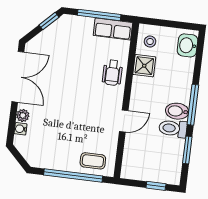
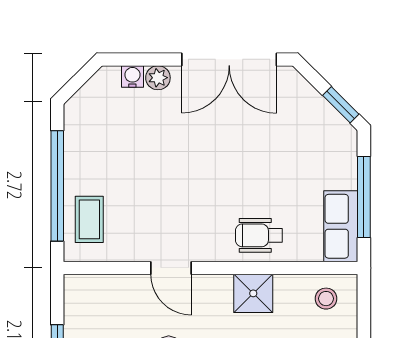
shower: (144, 66) -> (253, 293), moved

